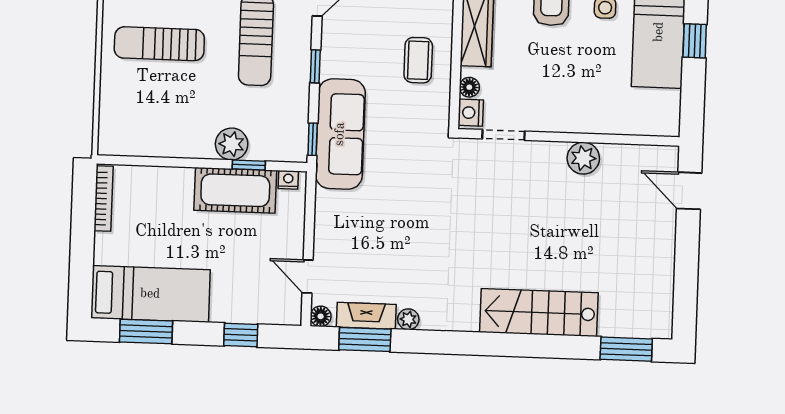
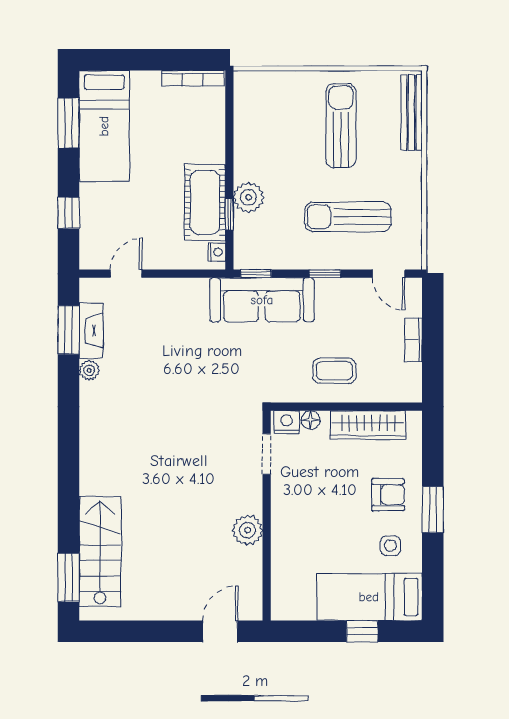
stairs: (539, 313) -> (100, 552), moved
floor lamp: (321, 316) -> (89, 287), removed

